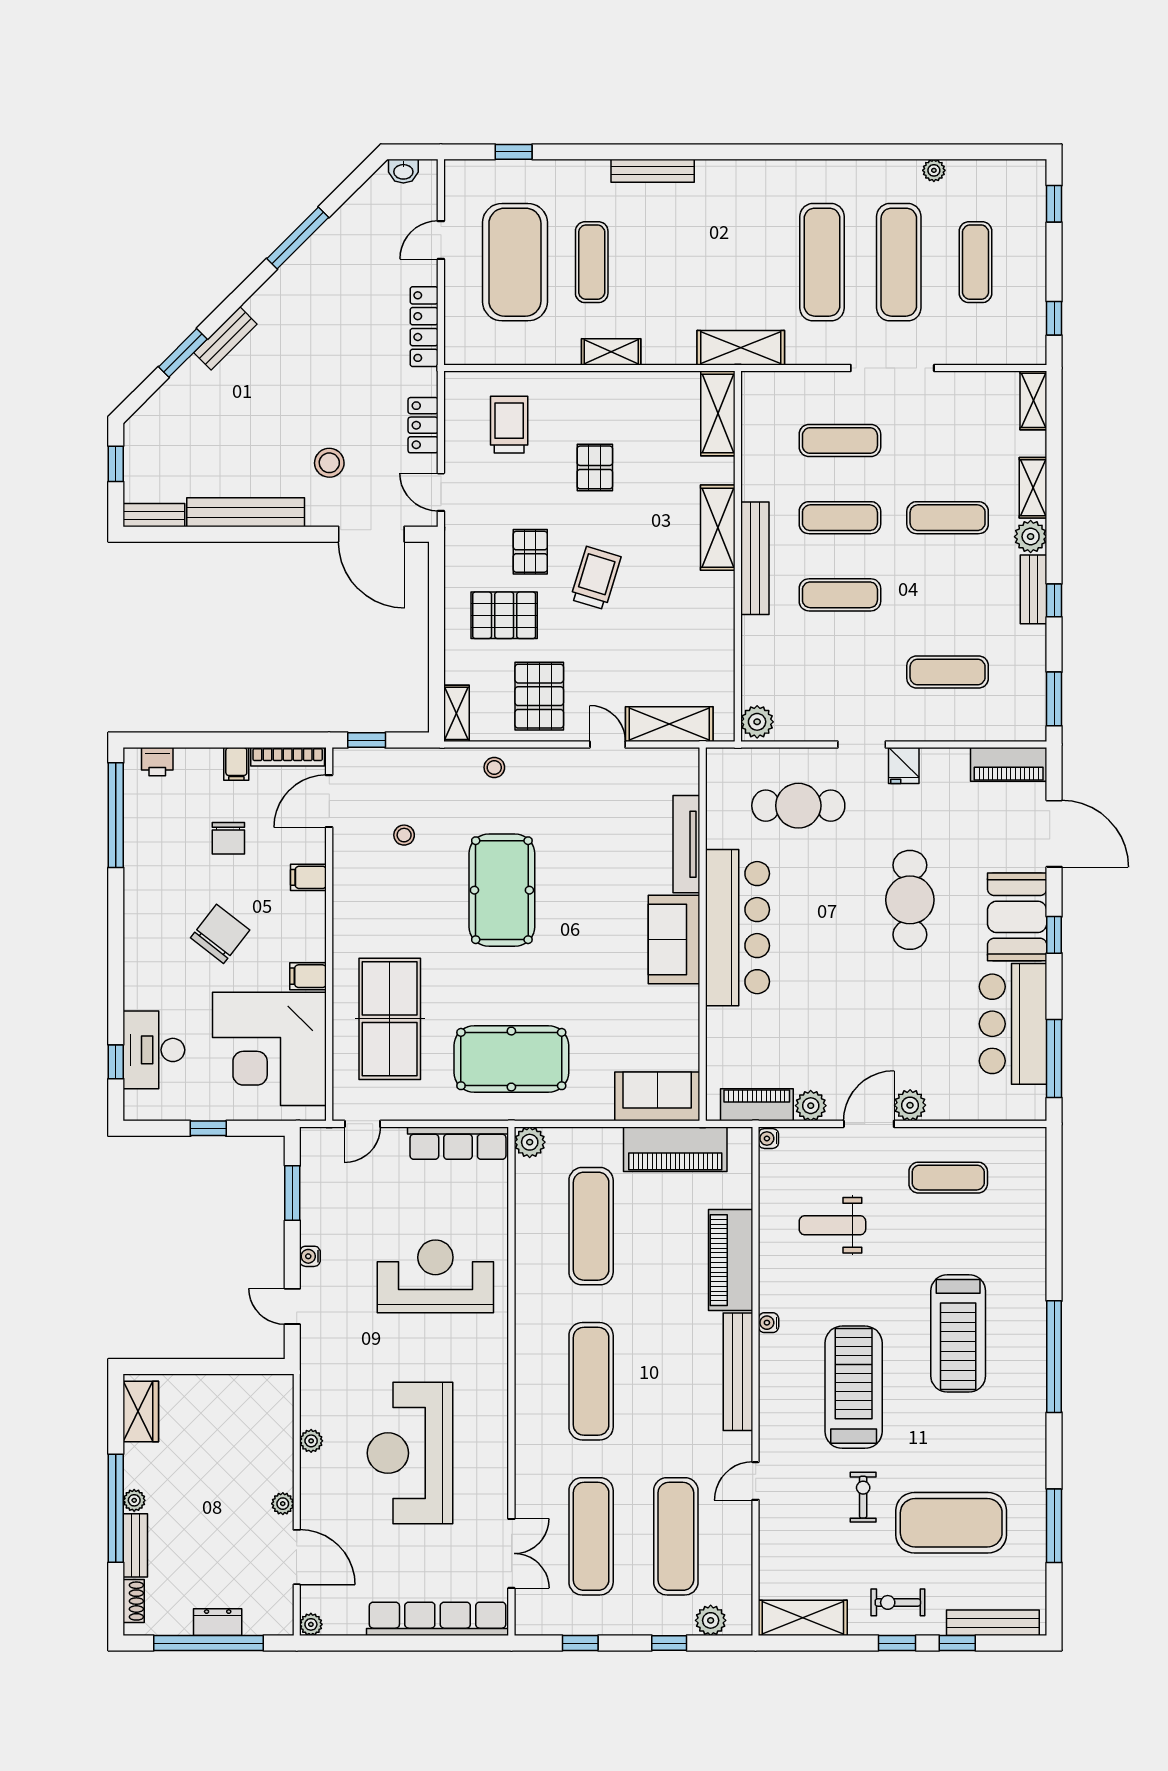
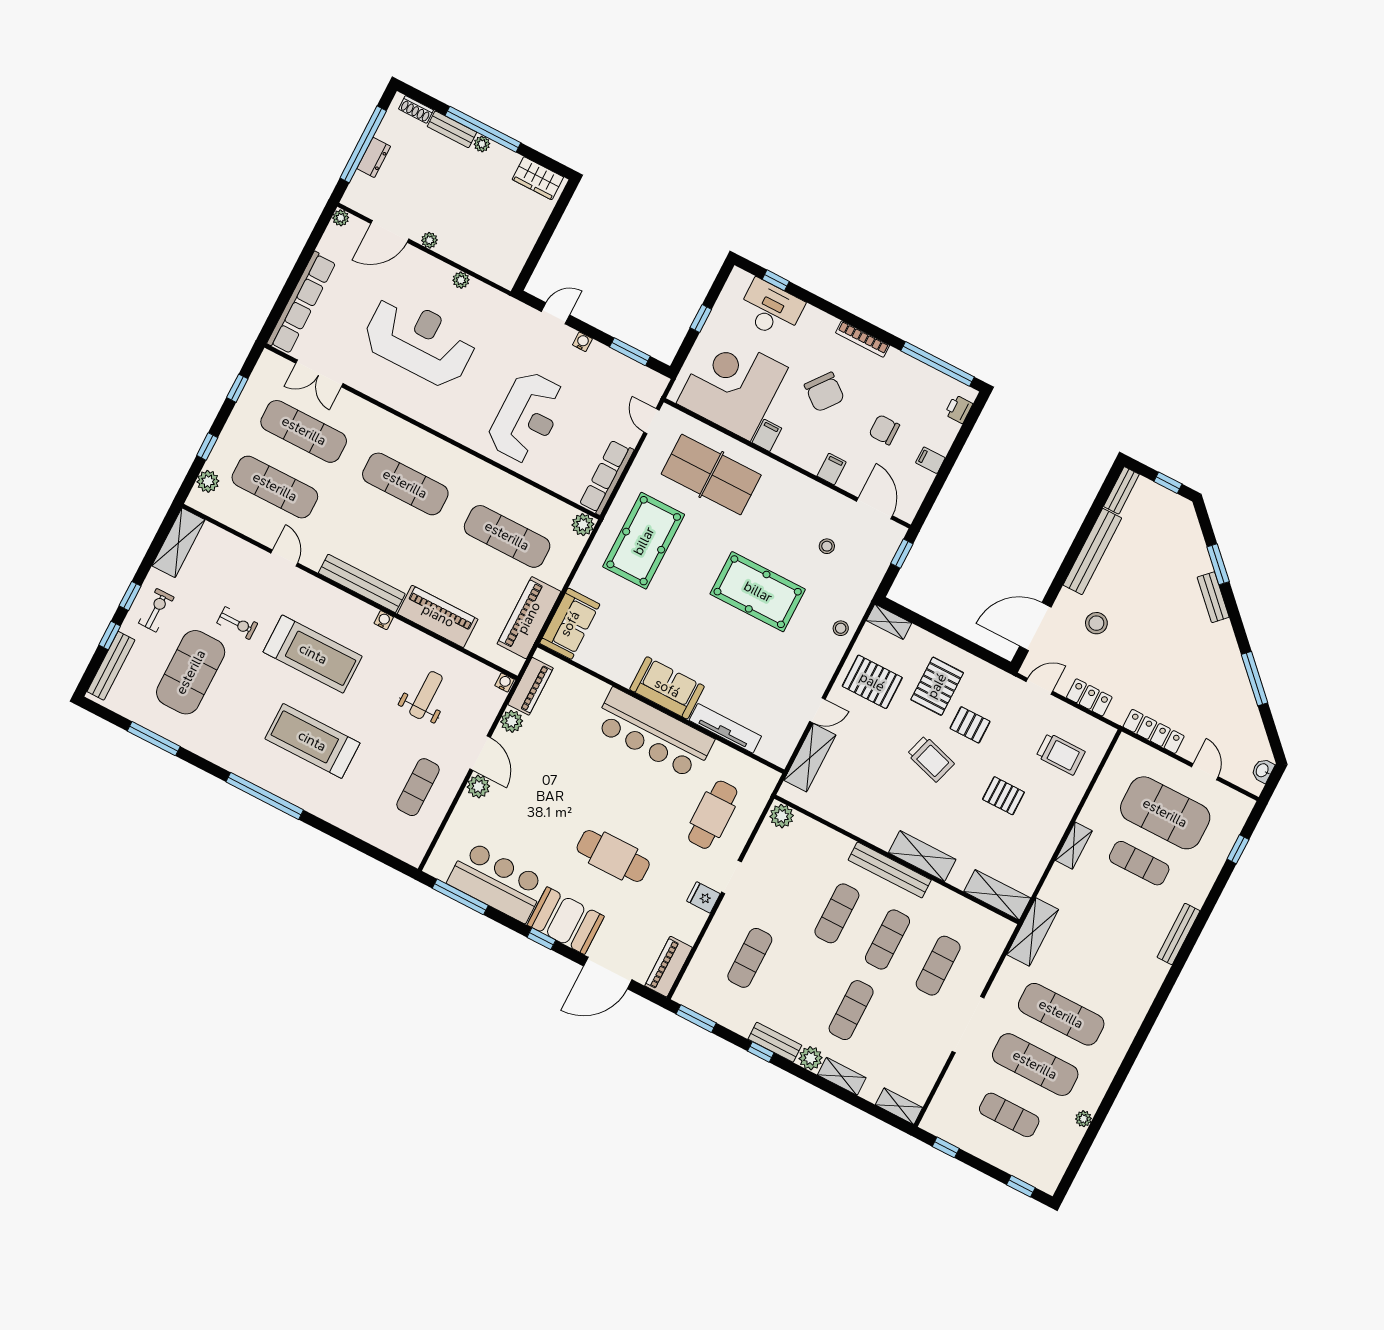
bookcase: (288, 757) -> (863, 339), moved, turned -90

